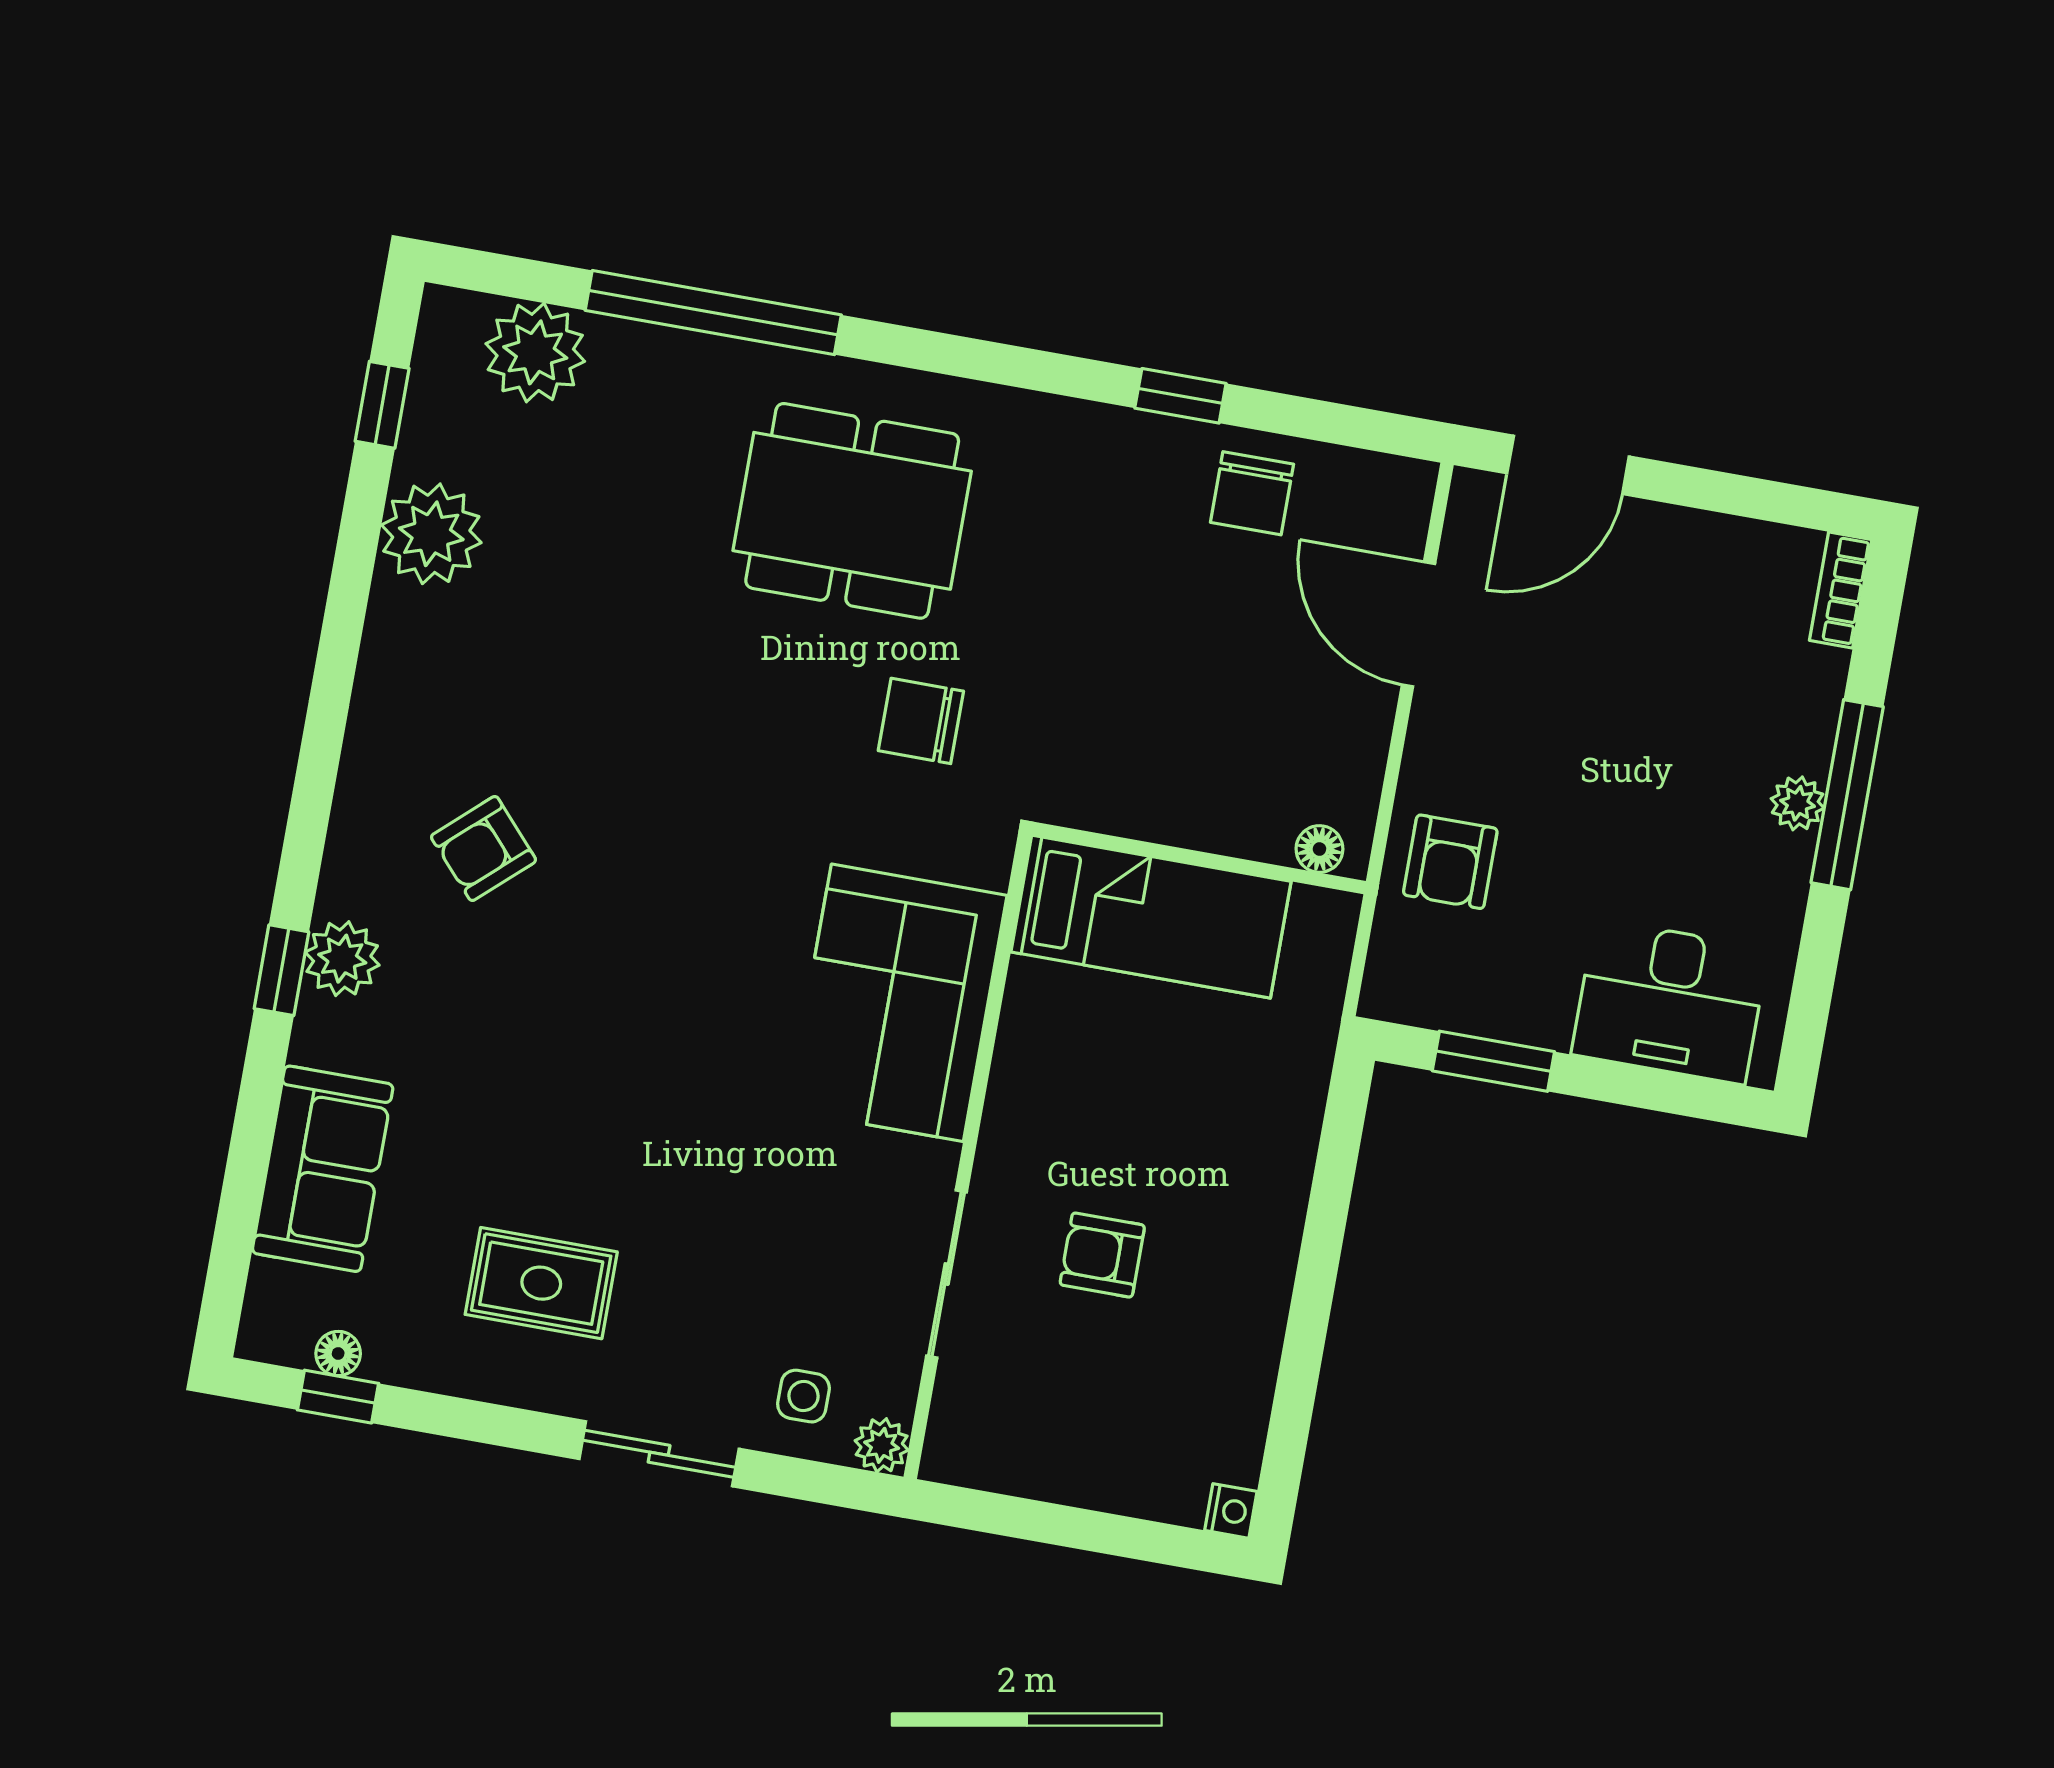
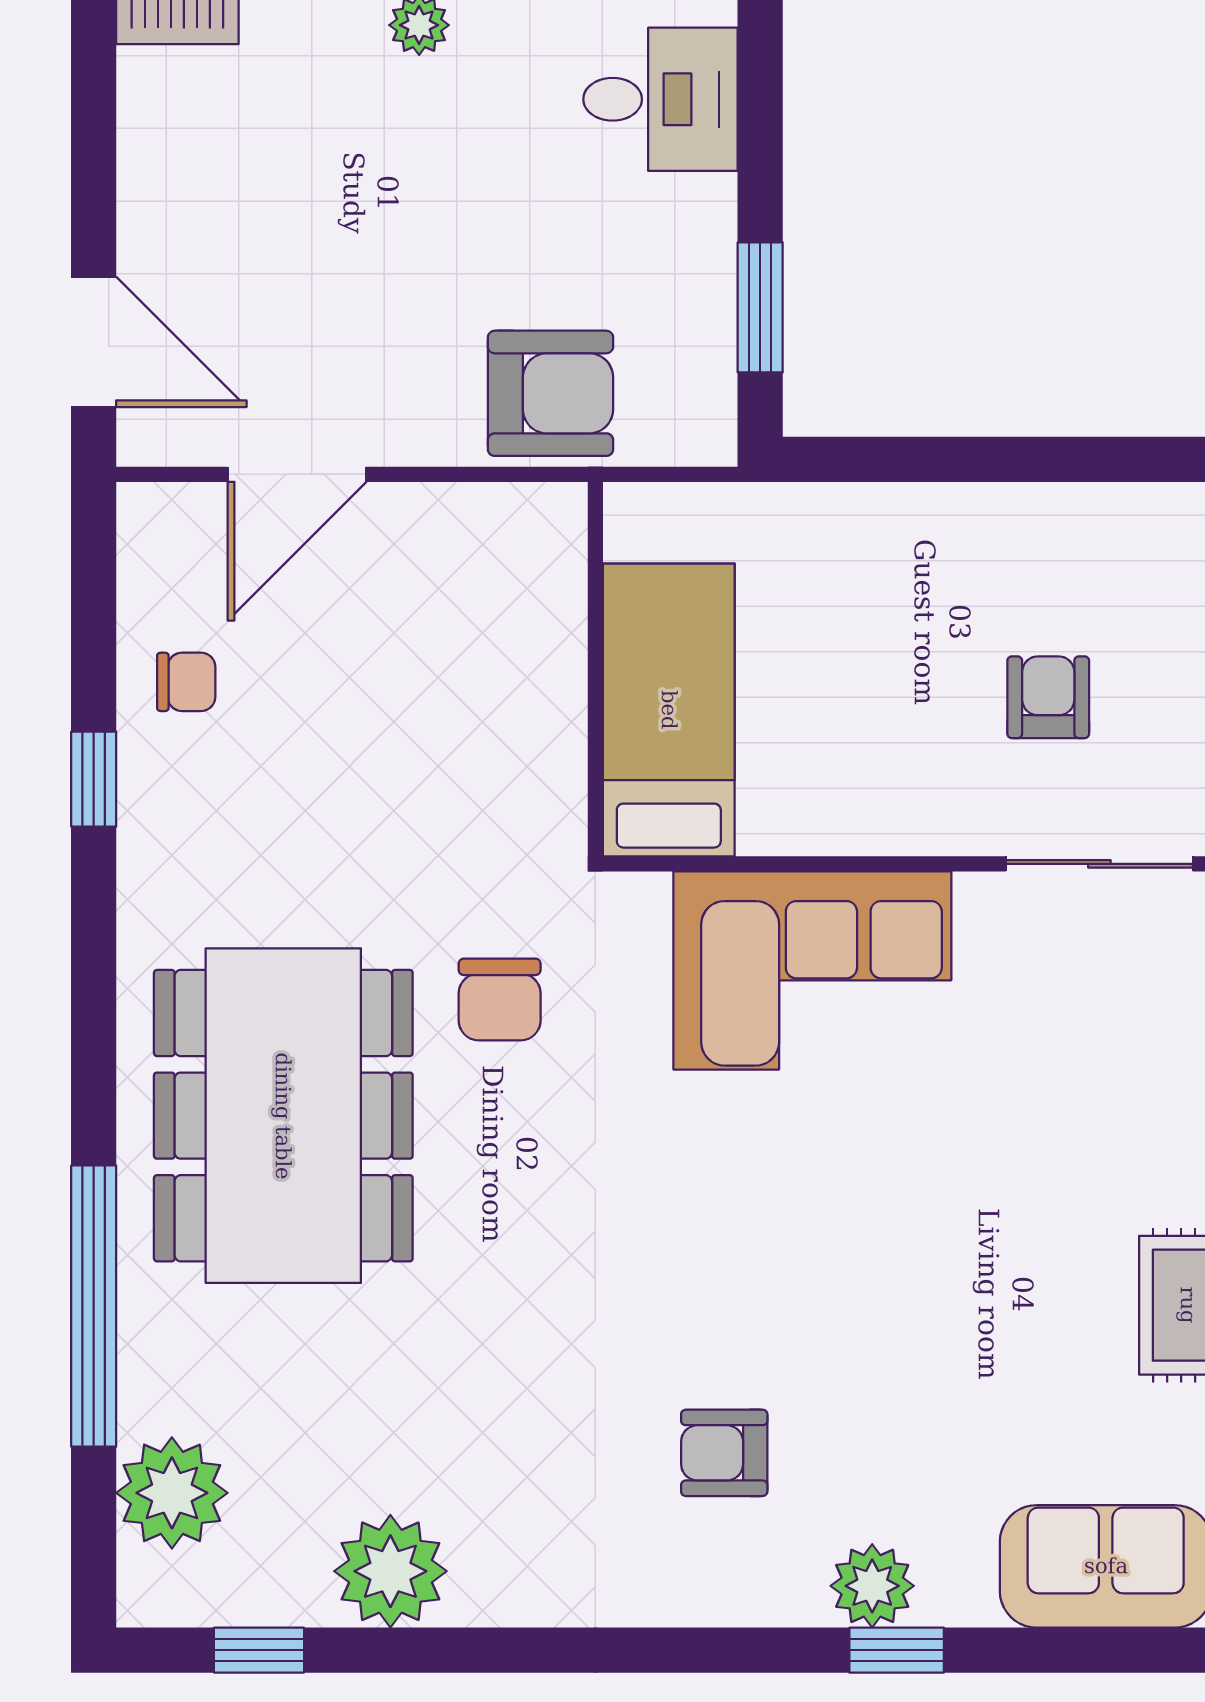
chair: (1252, 493) -> (186, 682), width x0.73, depth x0.73
dining table: (852, 511) -> (283, 1116), width x1.36, depth x1.24
armchair: (484, 848) -> (724, 1453), turned 132
floor lamp: (1319, 849) -> (562, 539), removed
armchair: (1450, 862) -> (551, 393), width x1.38, depth x1.38
desk: (1670, 1001) -> (660, 99), width x0.73
armchair: (1102, 1255) -> (1048, 697), turned 180

